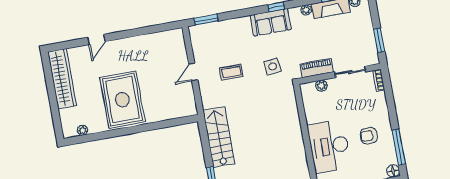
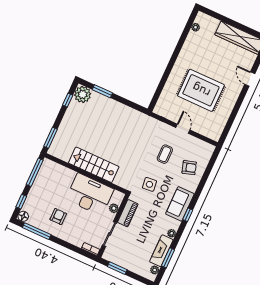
window: (206, 20) -> (212, 162), removed
armchair: (228, 38) -> (189, 168), added
rug: (122, 100) -> (201, 90), moved
stairs: (219, 137) -> (94, 165), moved, turned 180
desk: (329, 146) -> (90, 194), moved

